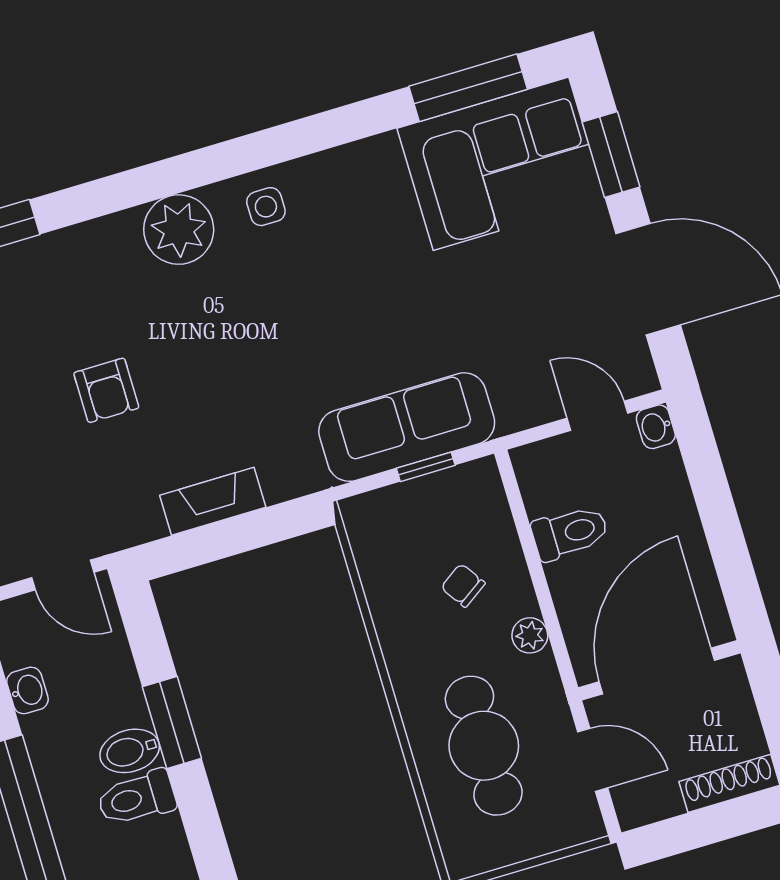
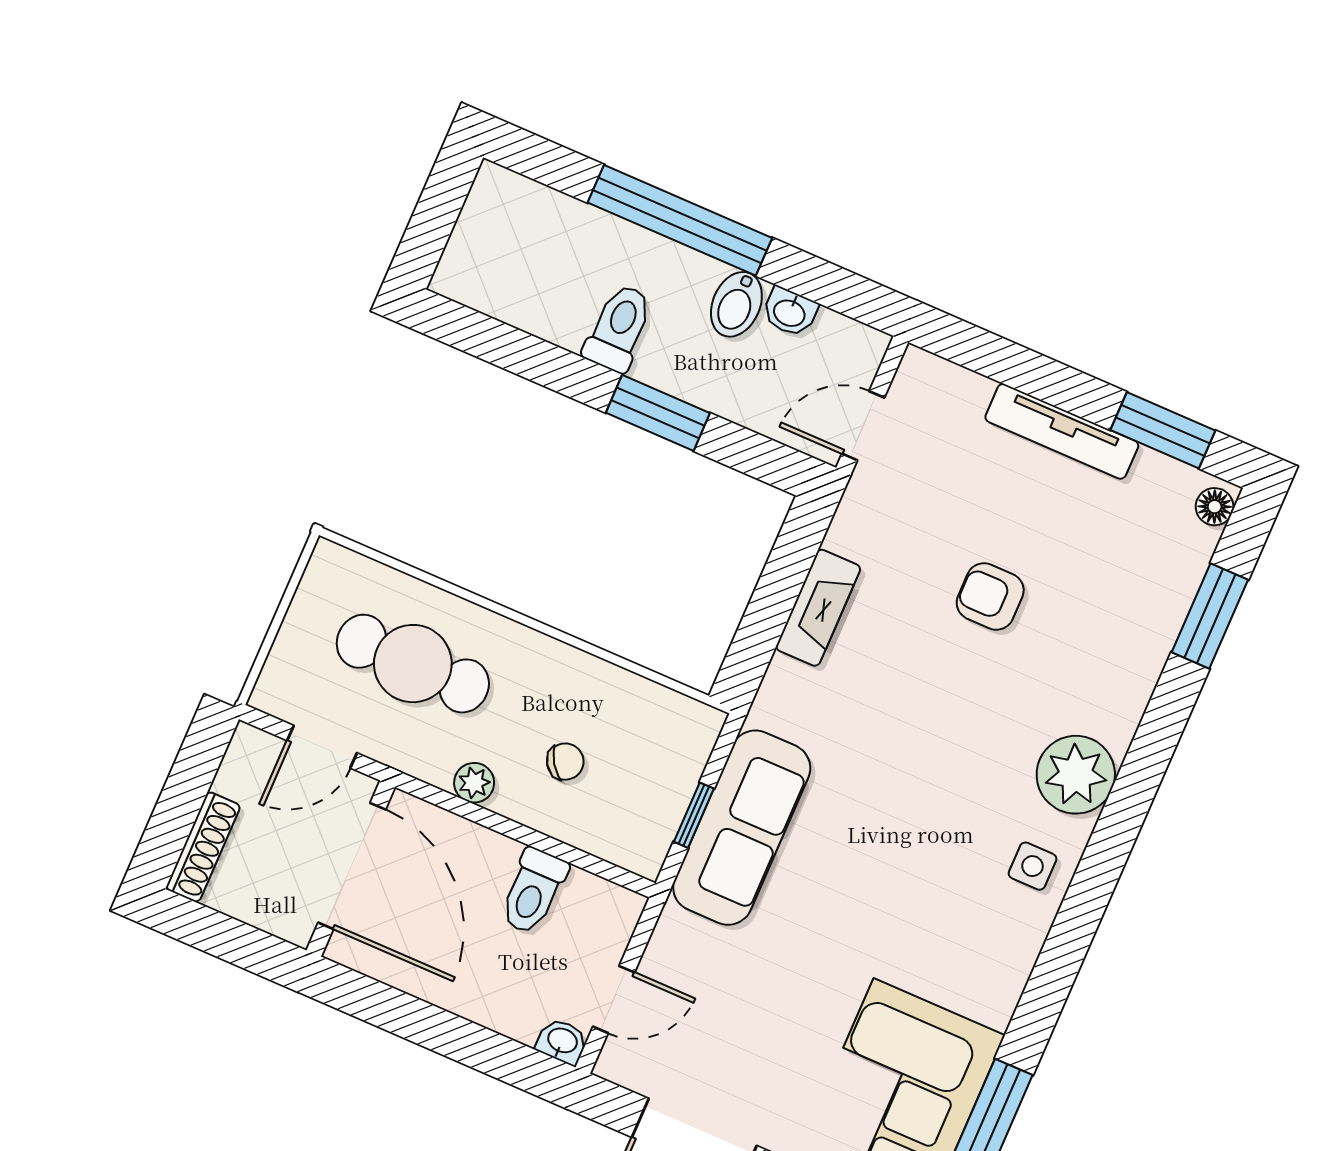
bidet: (130, 751) -> (736, 304), moved, turned 180

